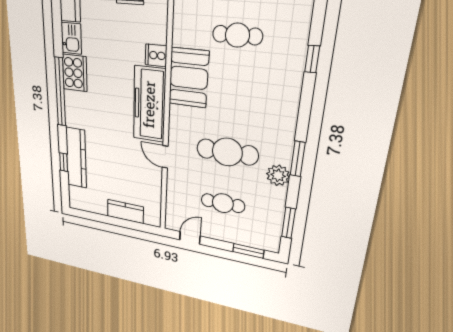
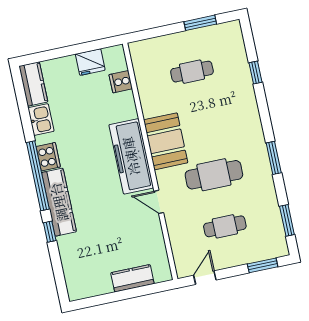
cooker: (156, 55) -> (121, 82), moved
cooker: (75, 73) -> (48, 157), width x0.73, depth x0.76
booth: (189, 78) -> (166, 141), moved
kitchen counter: (76, 158) -> (59, 202), moved
window: (64, 162) -> (50, 232), moved
plant: (278, 175) -> (263, 179), removed

